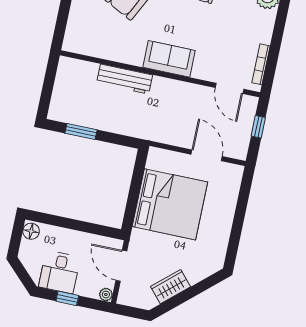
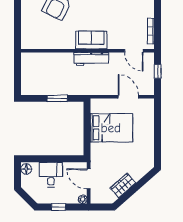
workbench: (125, 79) -> (91, 59), moved
window: (81, 131) -> (57, 98), moved
bed: (170, 204) -> (111, 128), width x0.73
desk: (59, 272) -> (51, 175), moved, turned 180

